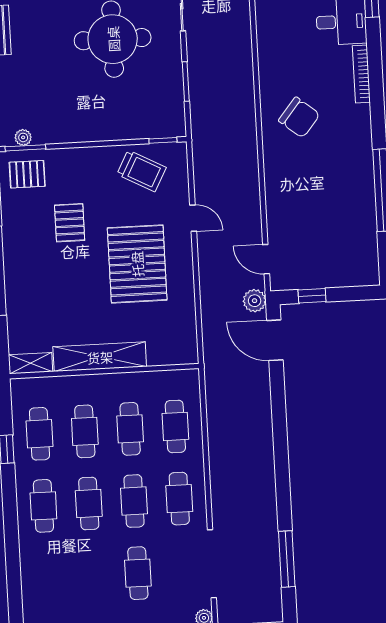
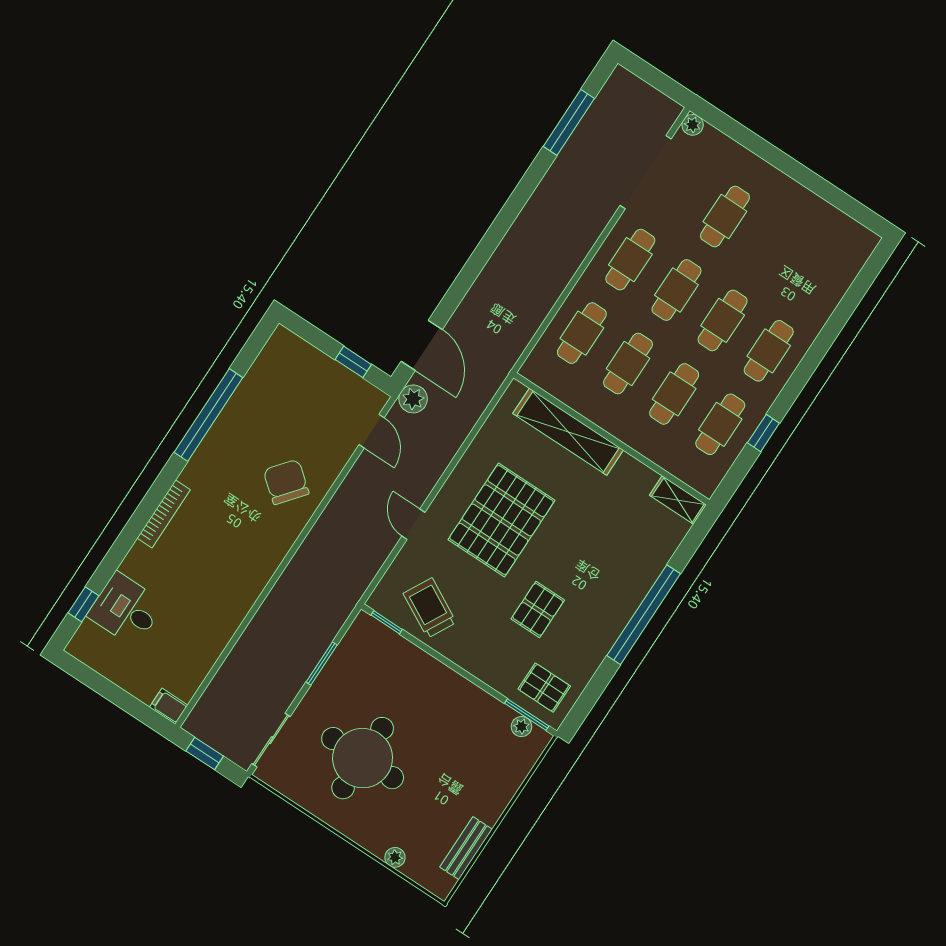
bookcase: (361, 74) -> (164, 514), moved
chair: (299, 117) -> (286, 482), moved
shelving: (100, 357) -> (568, 432), moved

